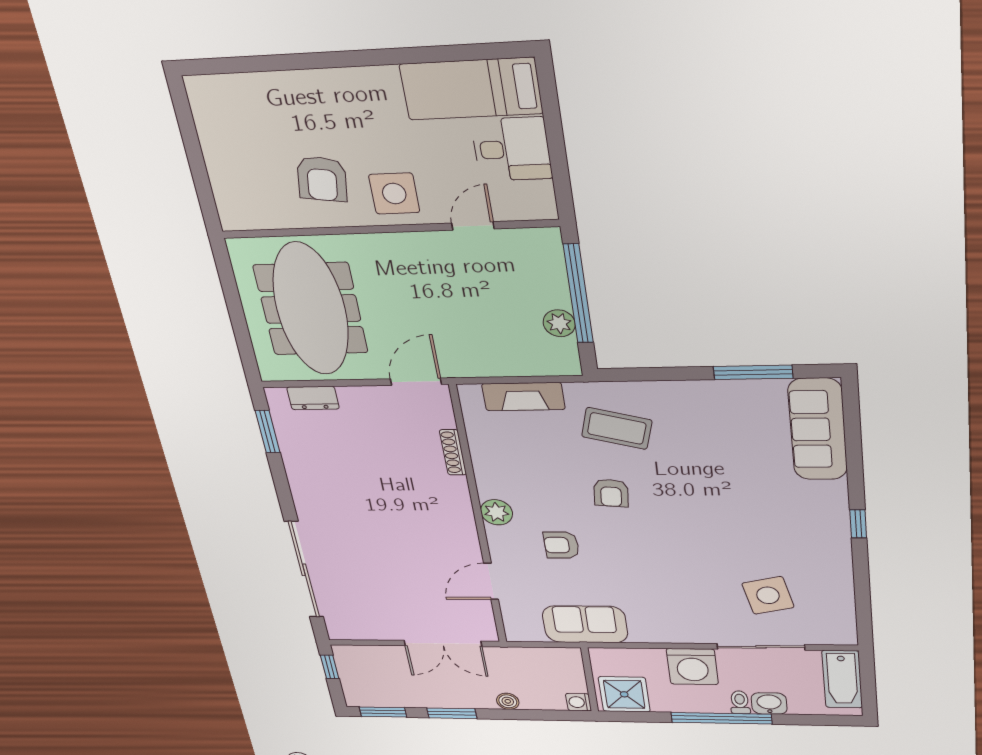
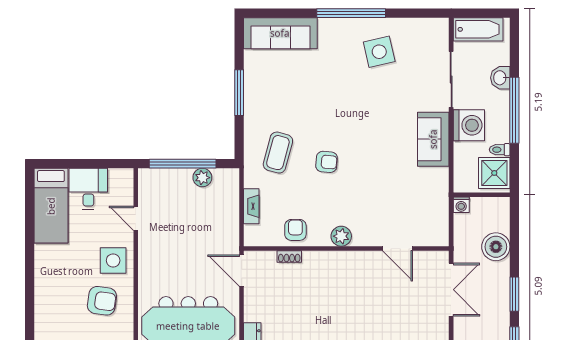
window: (753, 372) -> (239, 93), moved
fireplace: (523, 397) -> (251, 206), width x0.73, depth x0.76
shoe rack: (453, 452) -> (289, 257), width x0.70
window: (858, 524) -> (351, 13), width x3.17
armchair: (561, 545) -> (295, 230), moved, turned 180
side table: (768, 595) -> (379, 52), moved
sofa: (585, 624) -> (433, 139), moved
boiler: (508, 701) -> (496, 247), width x1.86, depth x1.86
washing machine: (579, 702) -> (461, 205), moved
toilet: (740, 702) -> (500, 150), moved

